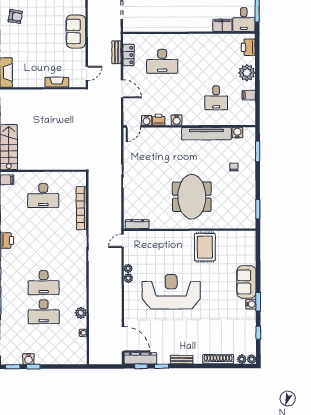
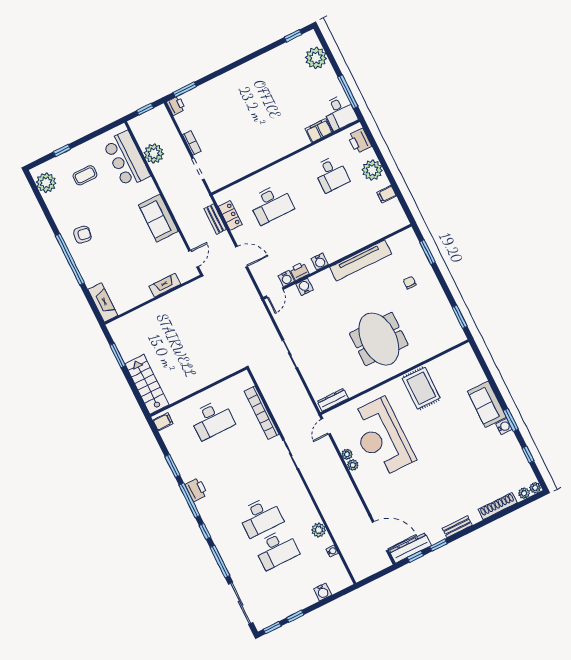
desk: (216, 98) -> (331, 174), moved
water cooler: (237, 133) -> (305, 287), moved
reception desk: (171, 292) -> (382, 437), moved, turned -90
water cooler: (28, 359) -> (323, 592), moved

